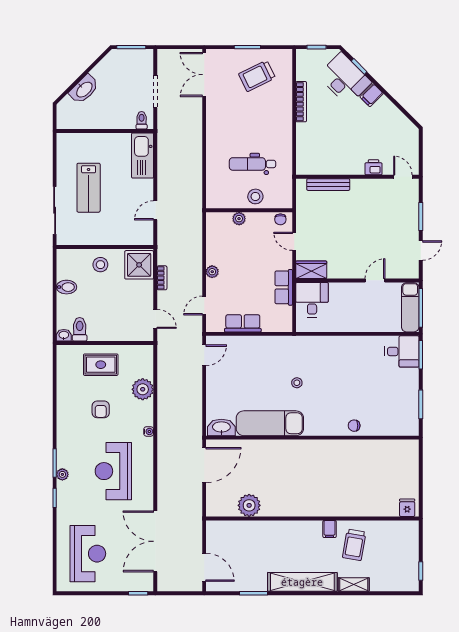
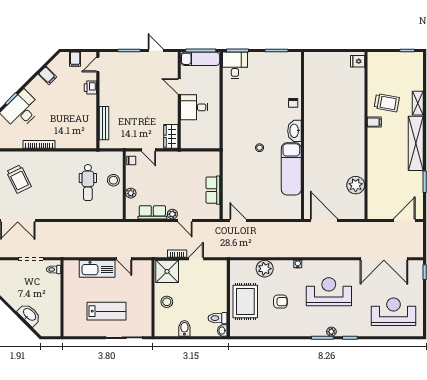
filing cabinet: (372, 95) -> (47, 75), moved
filing cabinet: (410, 148) -> (75, 59), added
kitchen sink: (143, 156) -> (97, 269), moved
door: (294, 241) -> (149, 150), hinge flipped
row of seats: (284, 287) -> (152, 212), moved, turned 180
desk: (312, 300) -> (194, 107), moved
door: (204, 306) -> (185, 220), moved
door: (155, 319) -> (196, 259), moved
rug: (101, 365) -> (245, 302), width x1.36, depth x1.43
washbasin: (221, 427) -> (295, 131), moved
reception desk: (113, 471) -> (329, 292), turned 180

